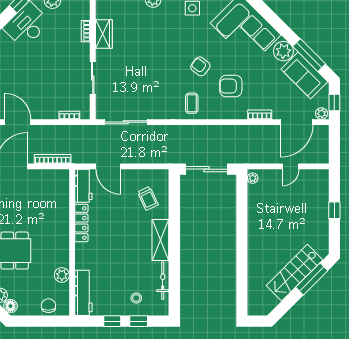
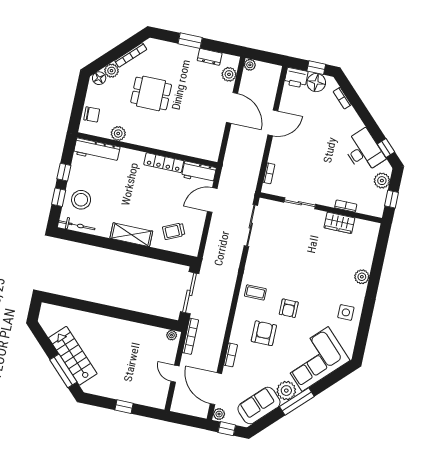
window: (309, 55) -> (297, 402), moved
armchair: (200, 66) -> (289, 308), turned 143
bookcase: (53, 159) -> (190, 336), moved
bicycle: (163, 281) -> (77, 225), moved
stool: (136, 298) -> (81, 200), width x1.89, depth x1.89

